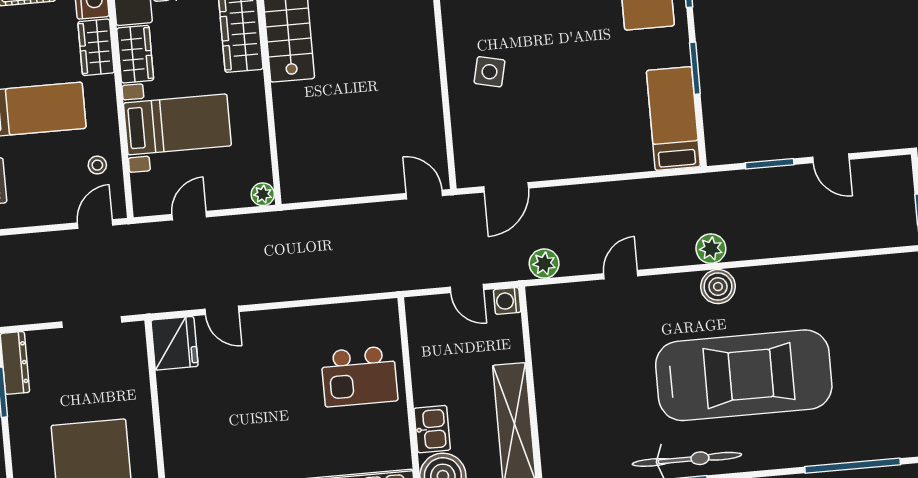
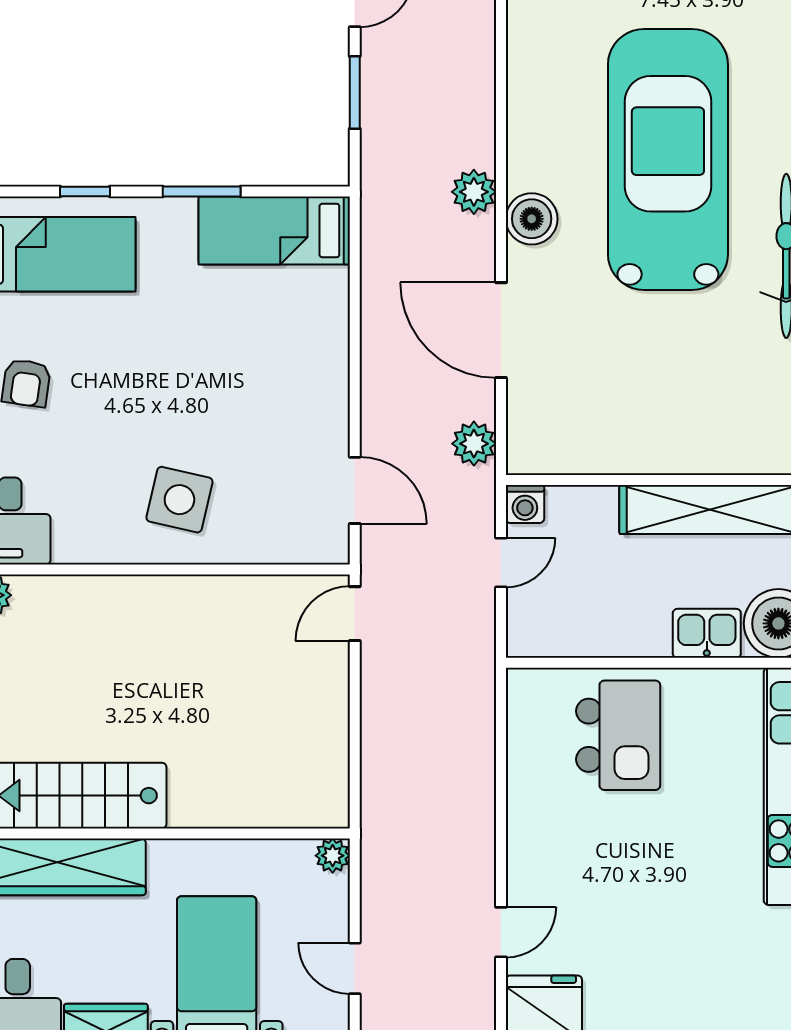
side table: (490, 72) -> (179, 500), width x1.37, depth x1.37
door: (621, 275) -> (501, 330), width x1.87
boiler: (718, 287) -> (532, 219), moved

